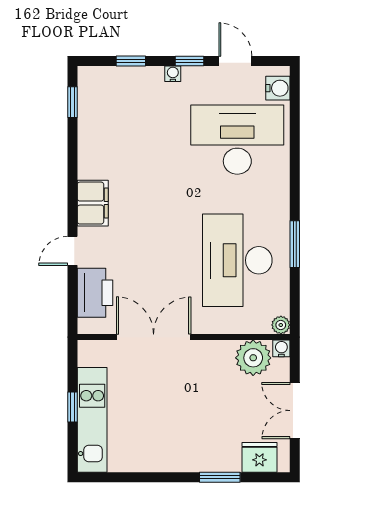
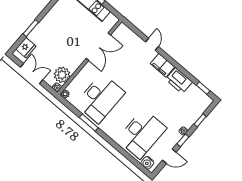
desk: (237, 260) -> (100, 98), turned 90
printer: (95, 293) -> (179, 81), moved

